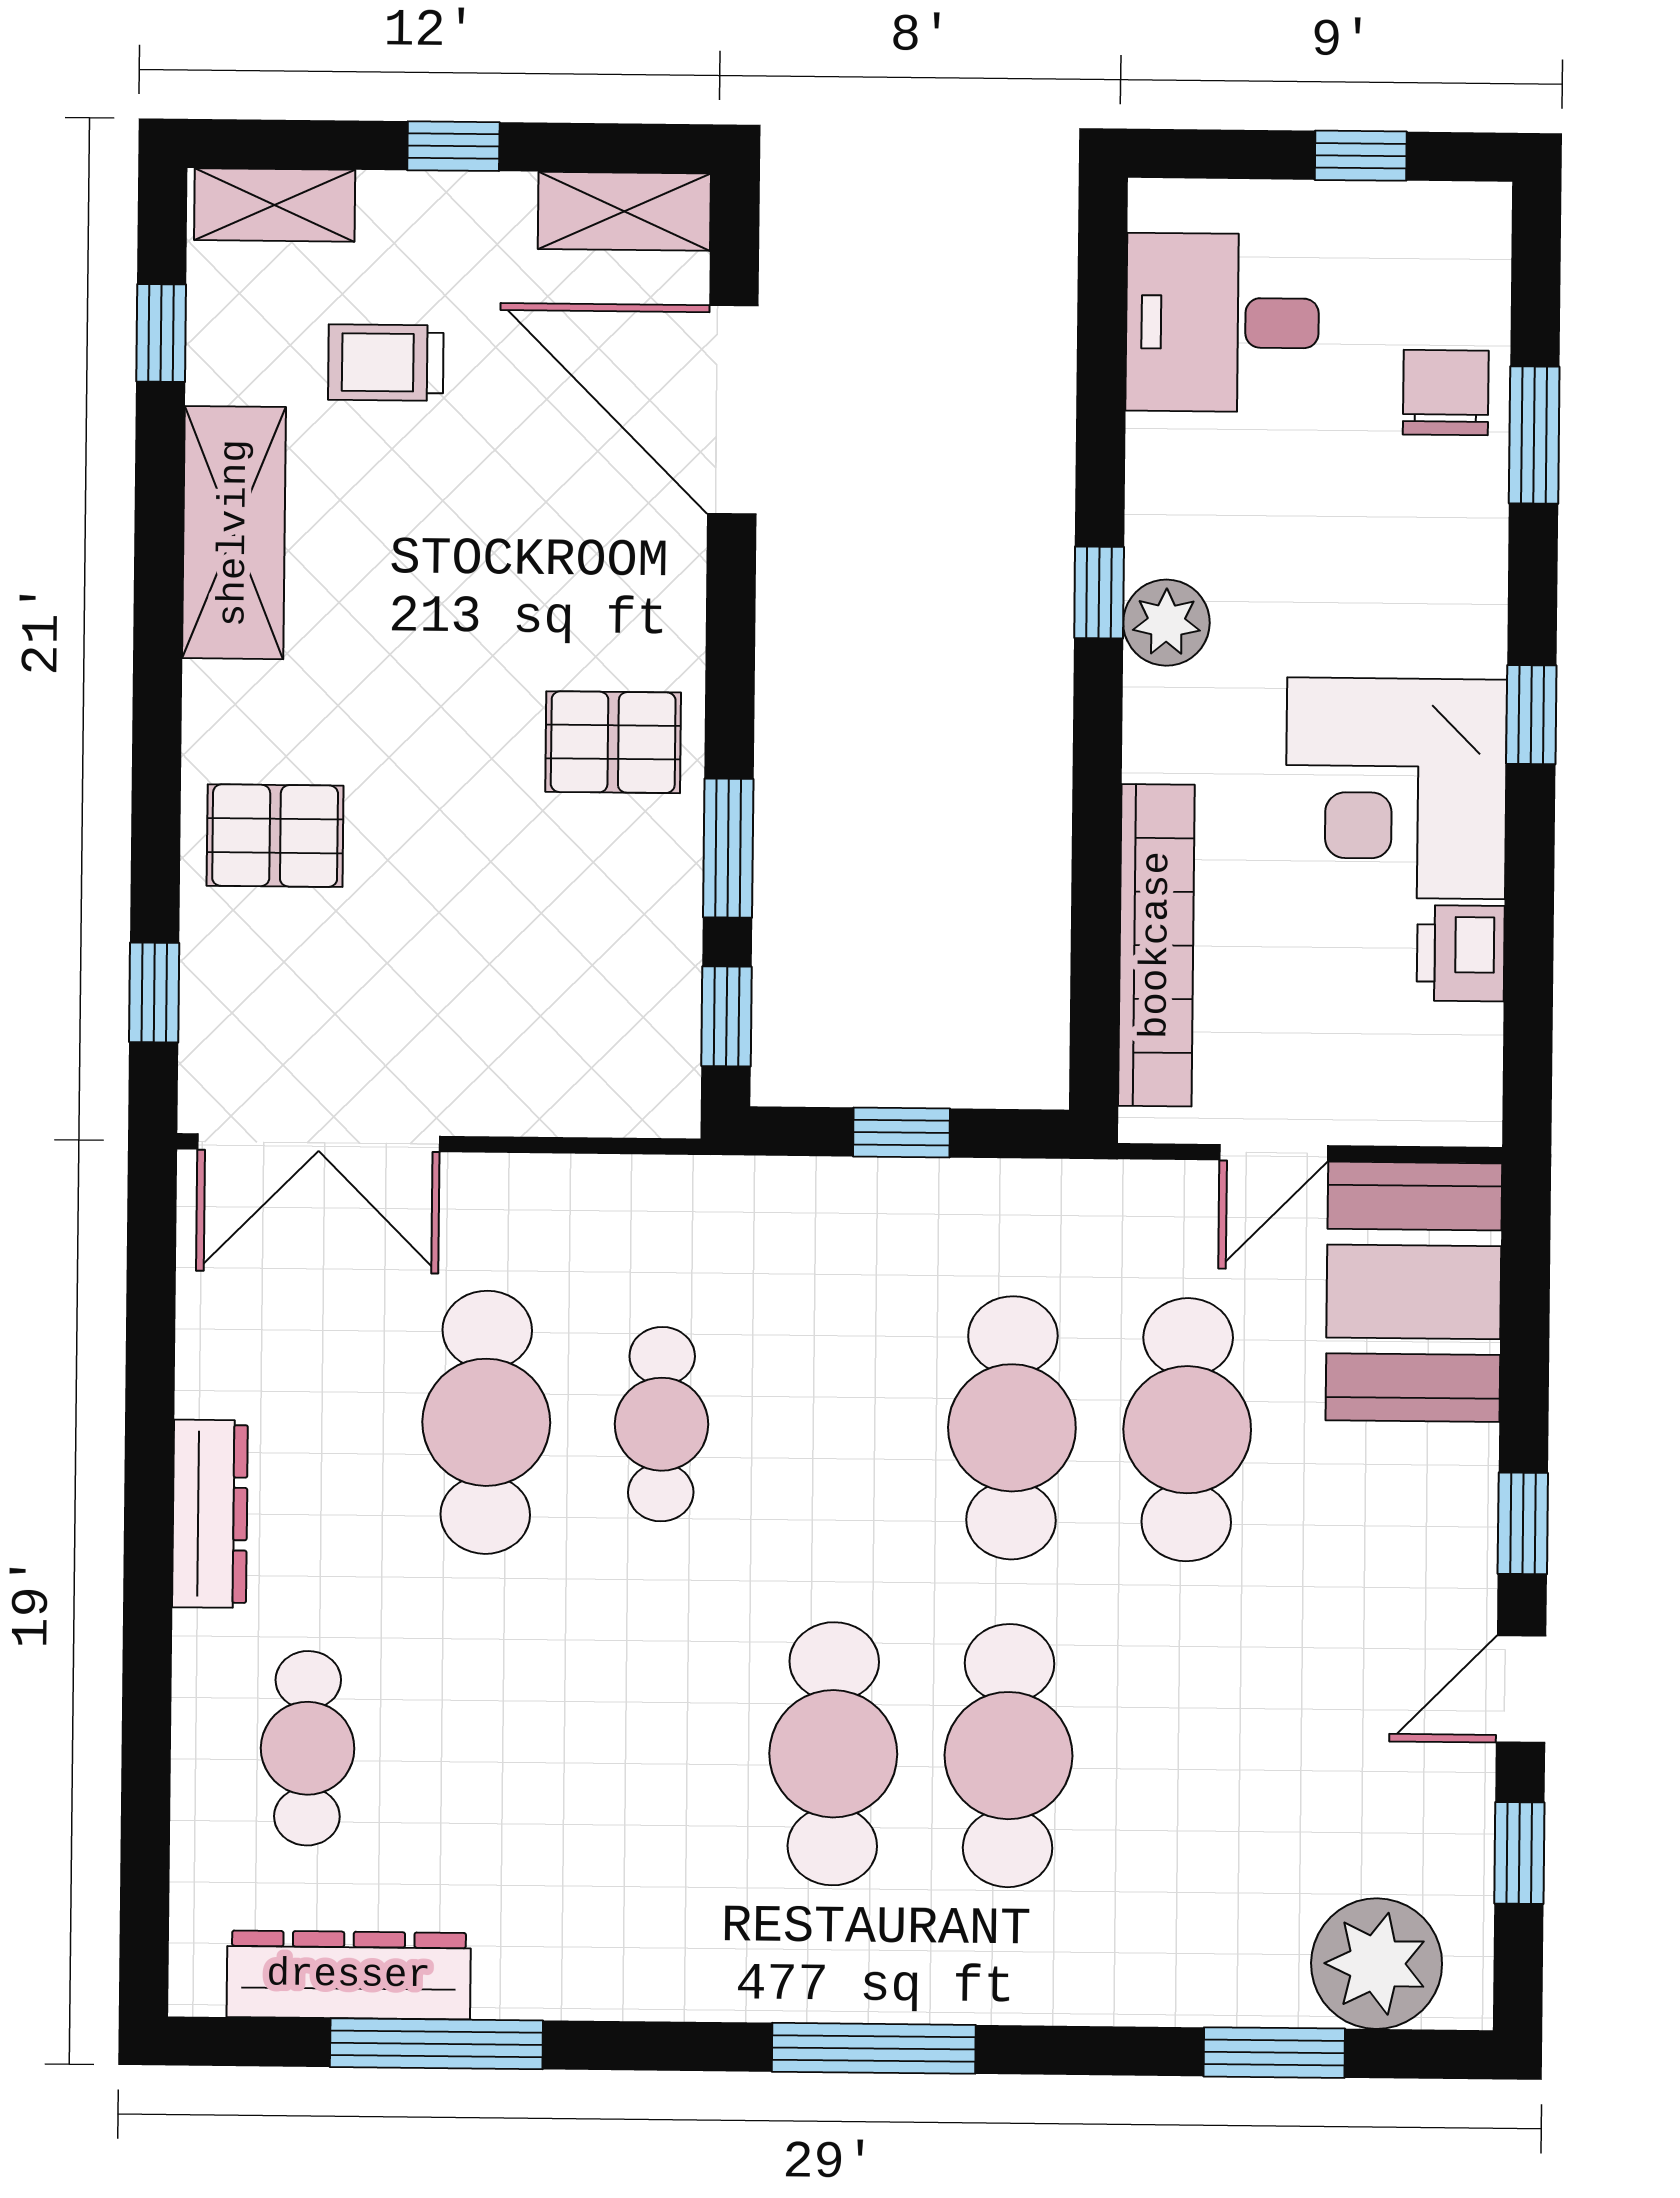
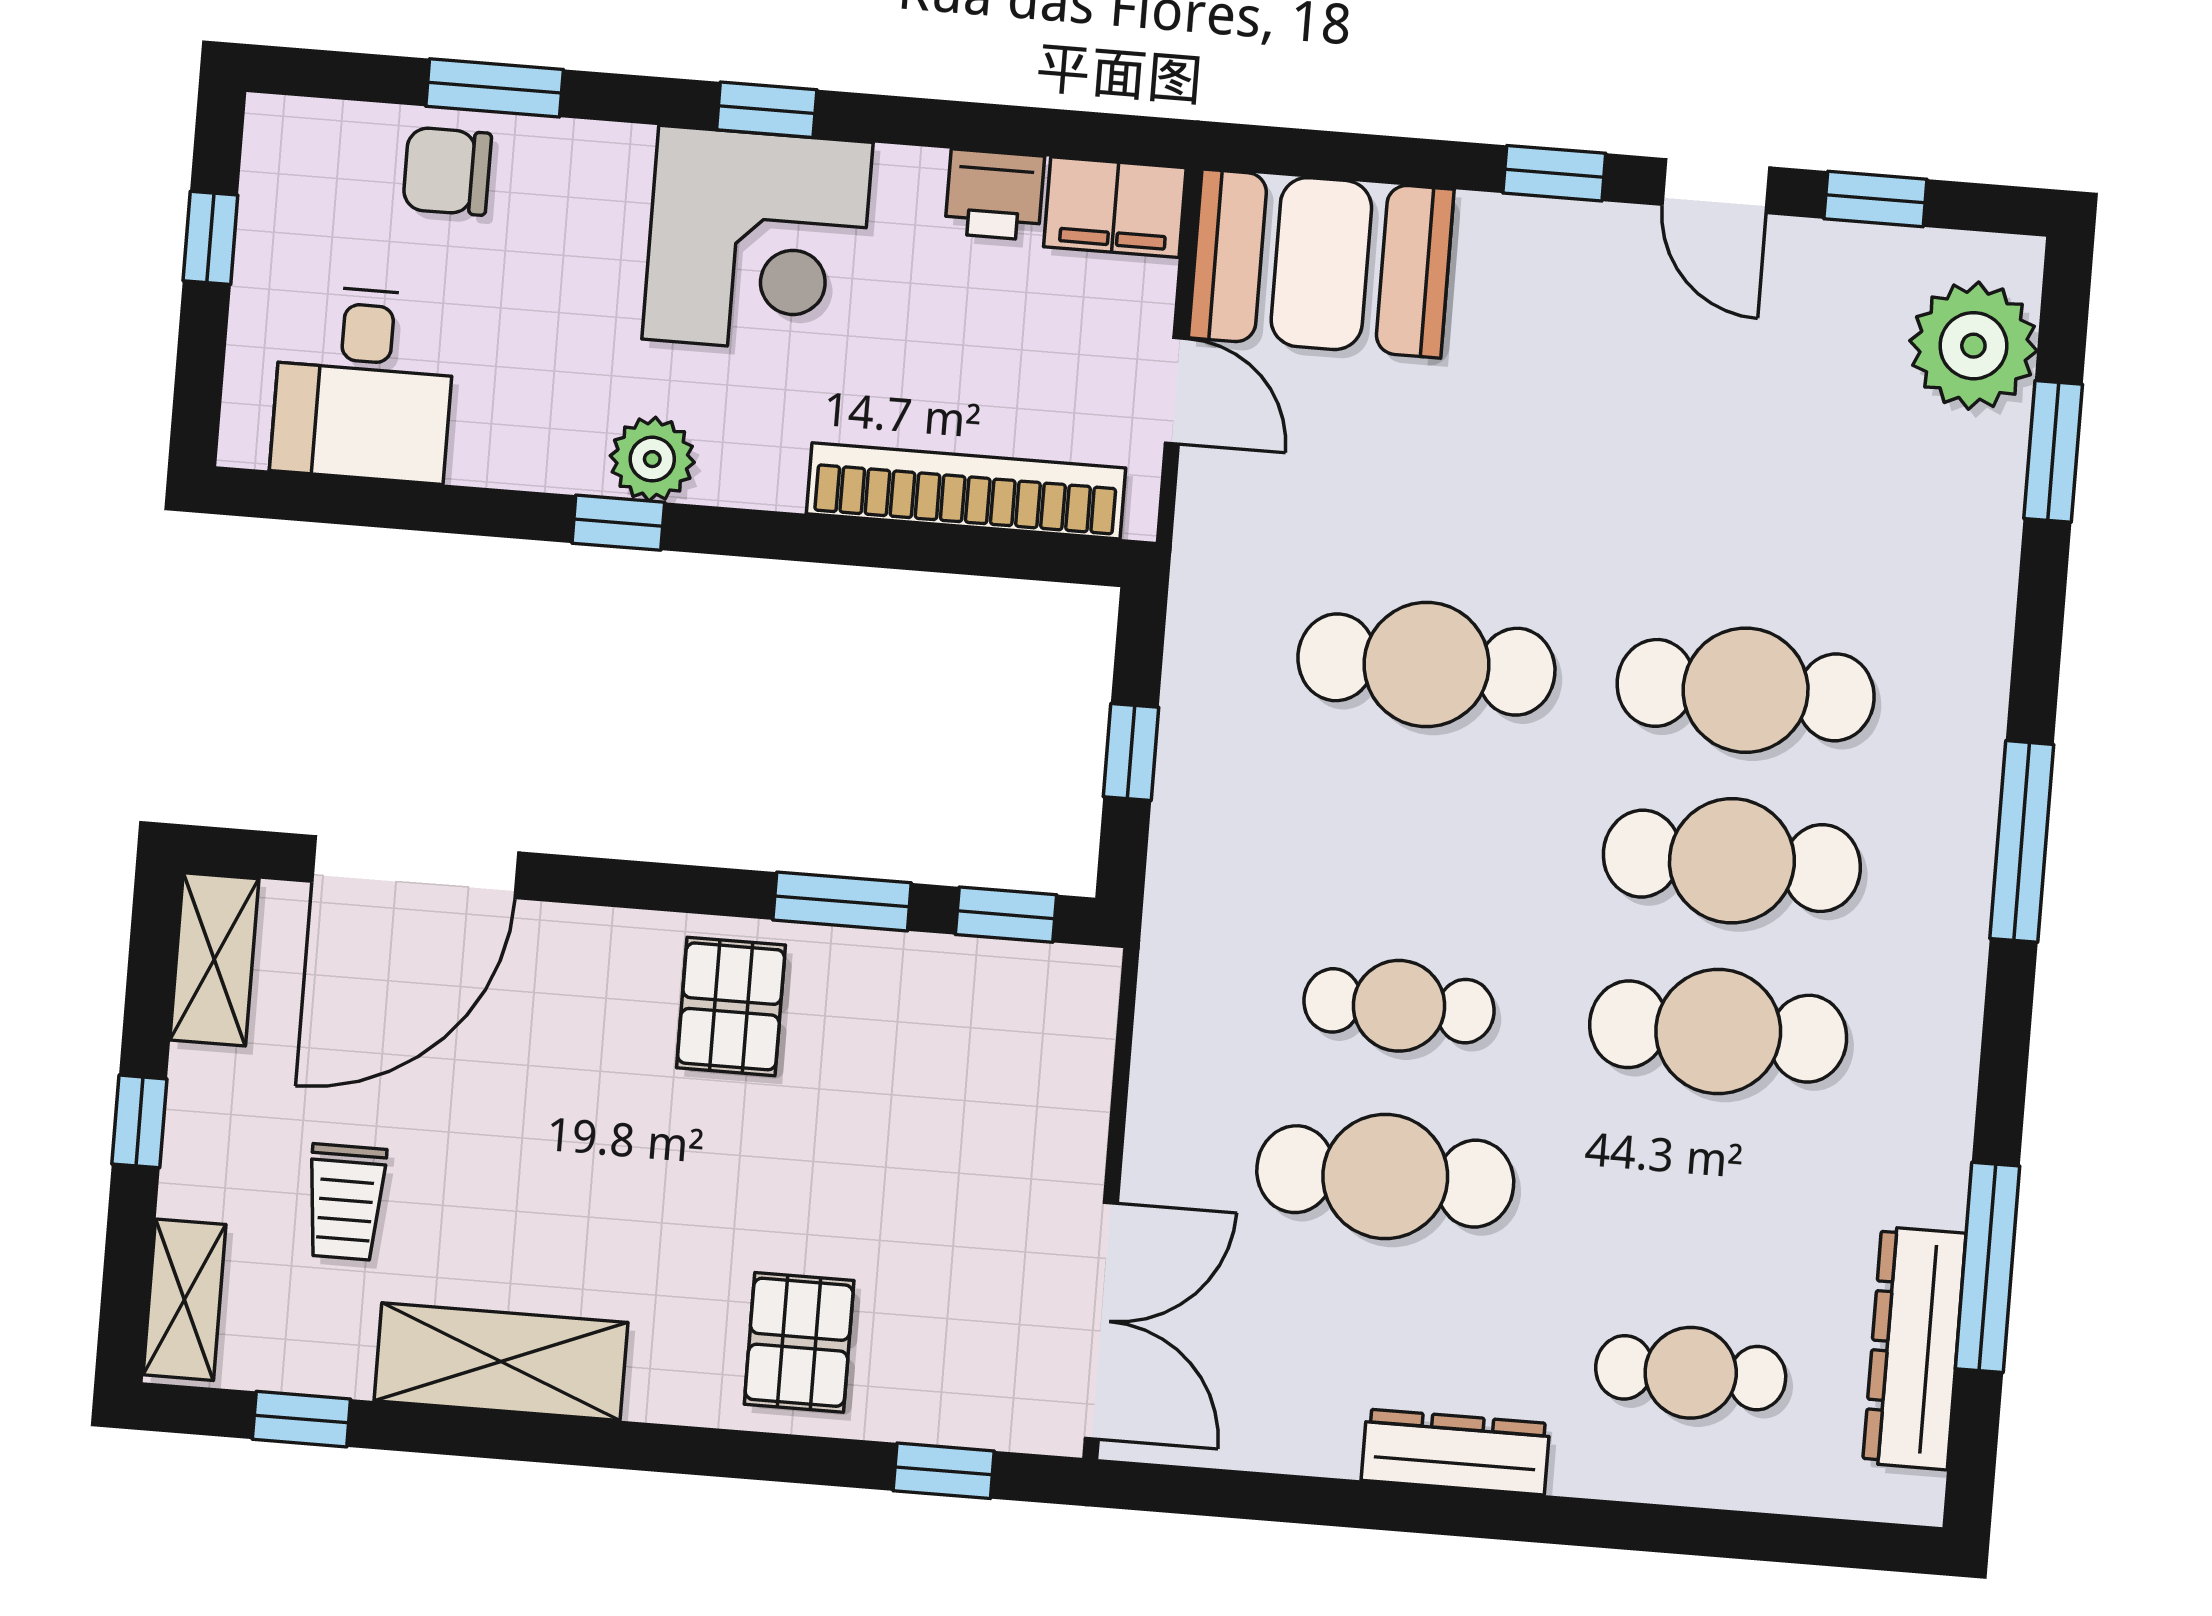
corner desk: (1396, 788) -> (757, 241), moved
filing cabinet: (1457, 1077) -> (1115, 207), added
cafe table: (1187, 1430) -> (1718, 1031), moved

